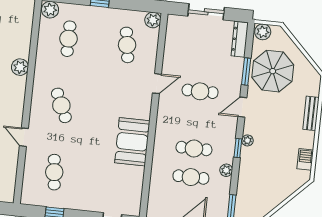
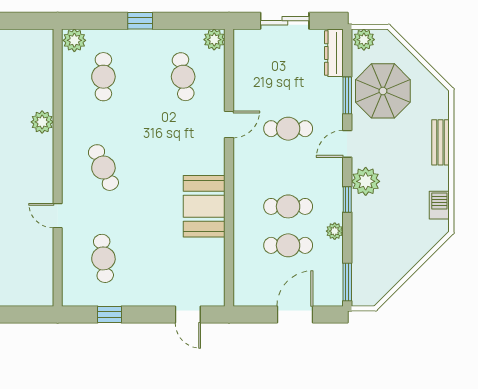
plant: (247, 140) -> (366, 181), width x1.87, depth x1.87

